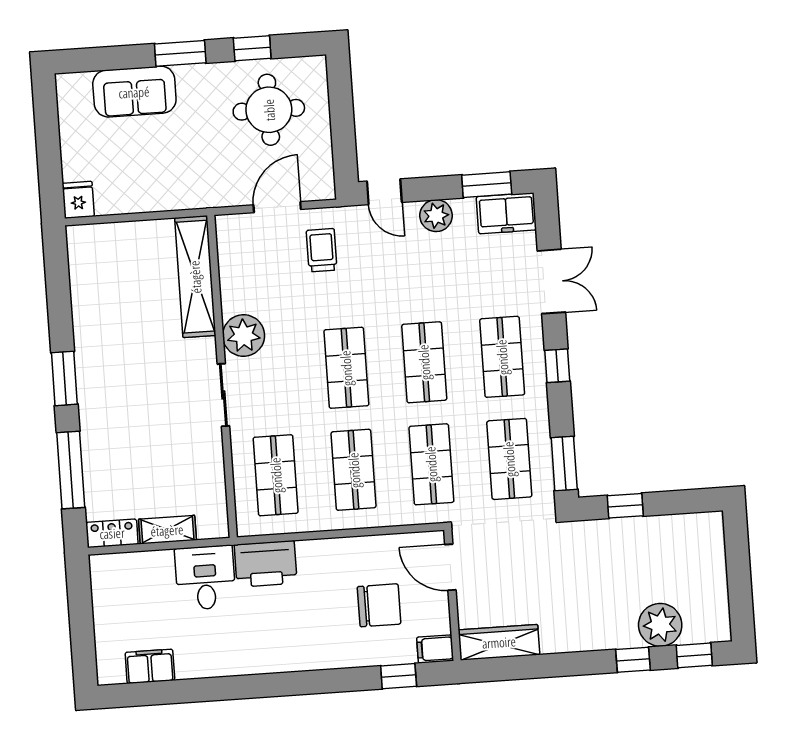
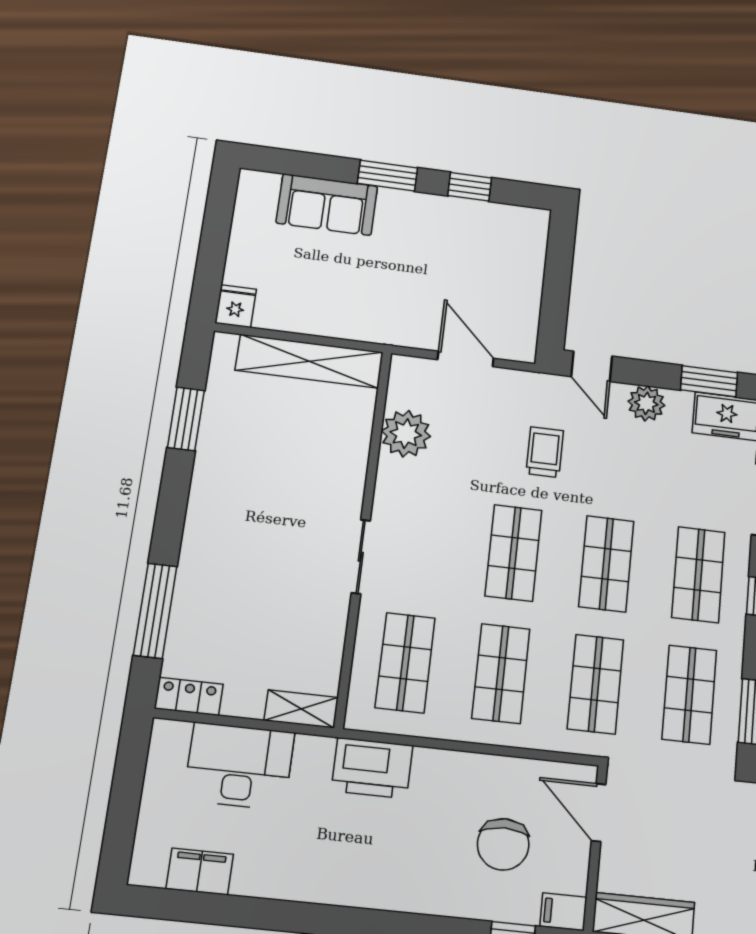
round table: (269, 110) -> (476, 254), removed
door: (277, 207) -> (466, 359), hinge flipped
trolley: (322, 250) -> (545, 452), moved
shelving: (195, 277) -> (309, 361), moved, turned 90
plant: (244, 335) -> (406, 434), moved
window: (64, 378) -> (186, 419), moved
shelving: (167, 530) -> (301, 709), moved
desk: (205, 578) -> (239, 766), moved, width x1.37
chair: (379, 605) -> (503, 844), turned 90

